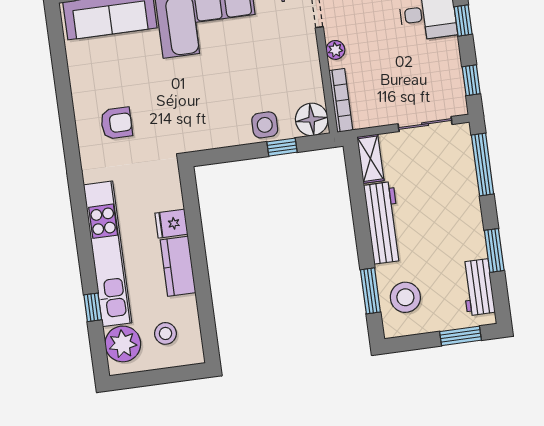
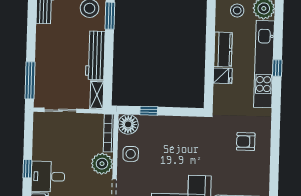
plant: (335, 50) -> (102, 164), width x1.88, depth x1.88
window: (471, 80) -> (28, 132), removed
side table: (265, 125) -> (131, 154), moved
window: (494, 250) -> (32, 28), removed
window: (93, 307) -> (277, 68), moved

